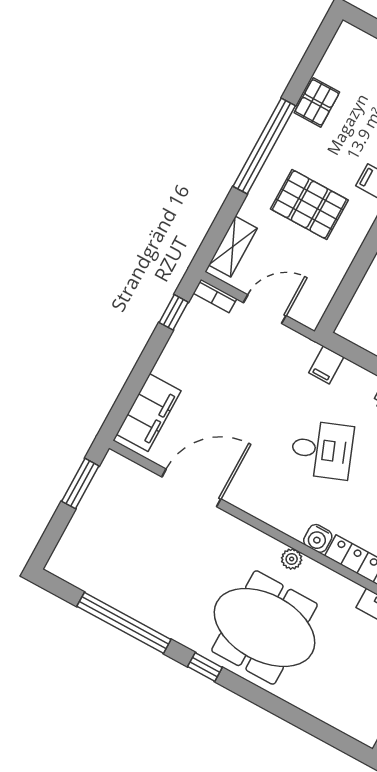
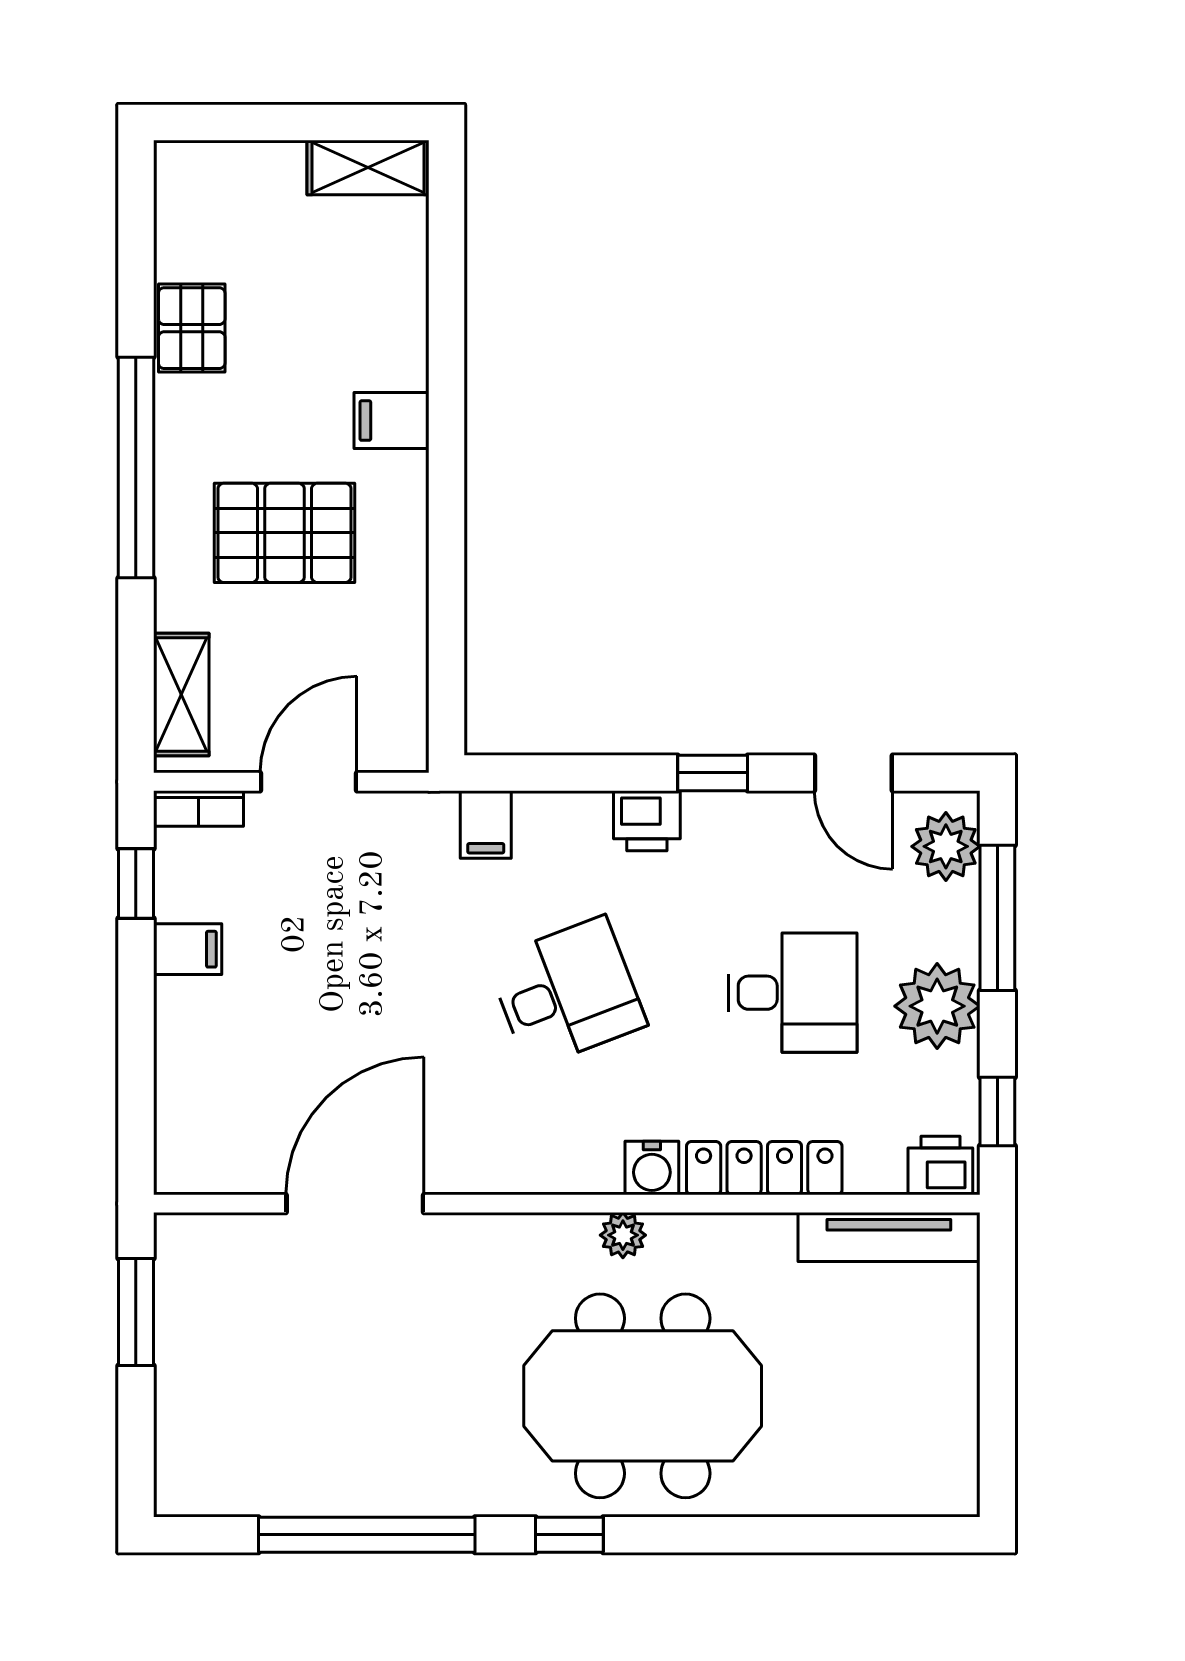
filing cabinet: (149, 413) -> (188, 949), moved, width x0.33, depth x0.86

